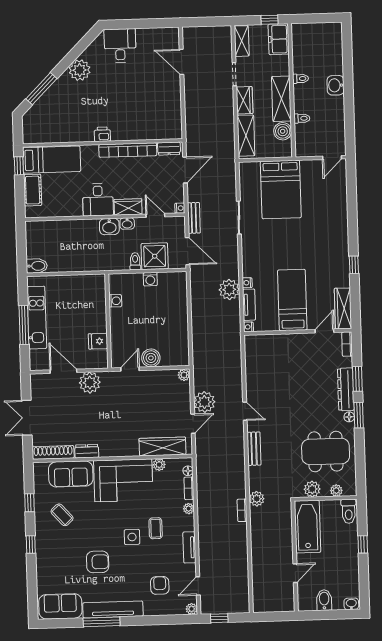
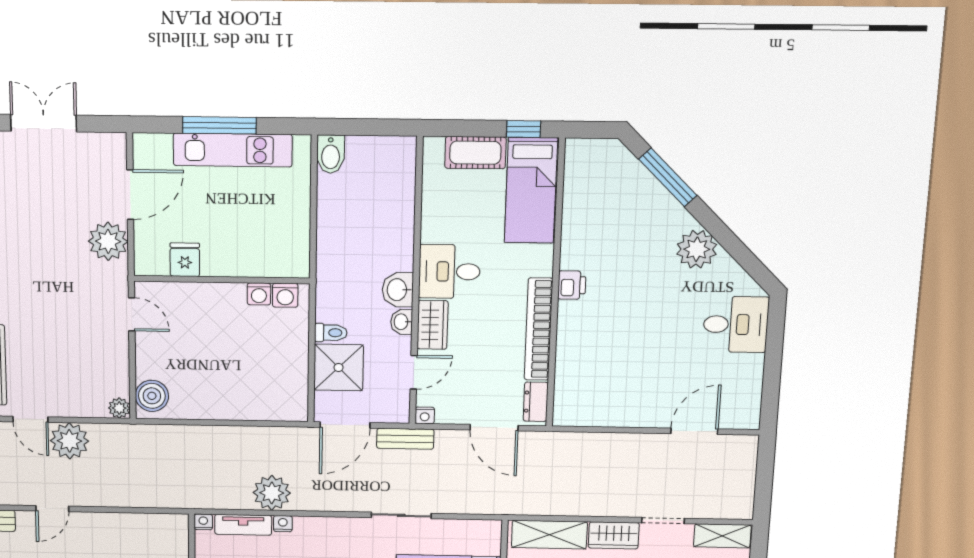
washing machine: (150, 279) -> (285, 295), moved, turned -90
boiler: (151, 358) -> (152, 396), moved

